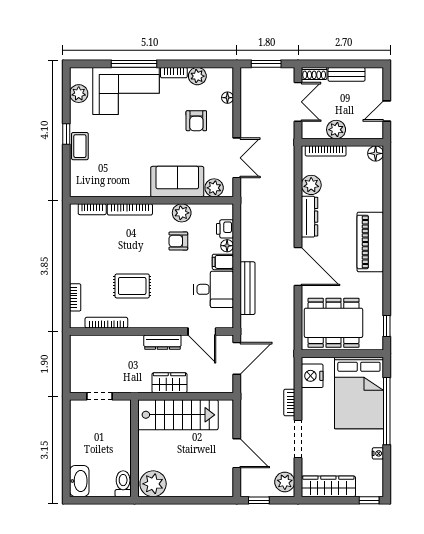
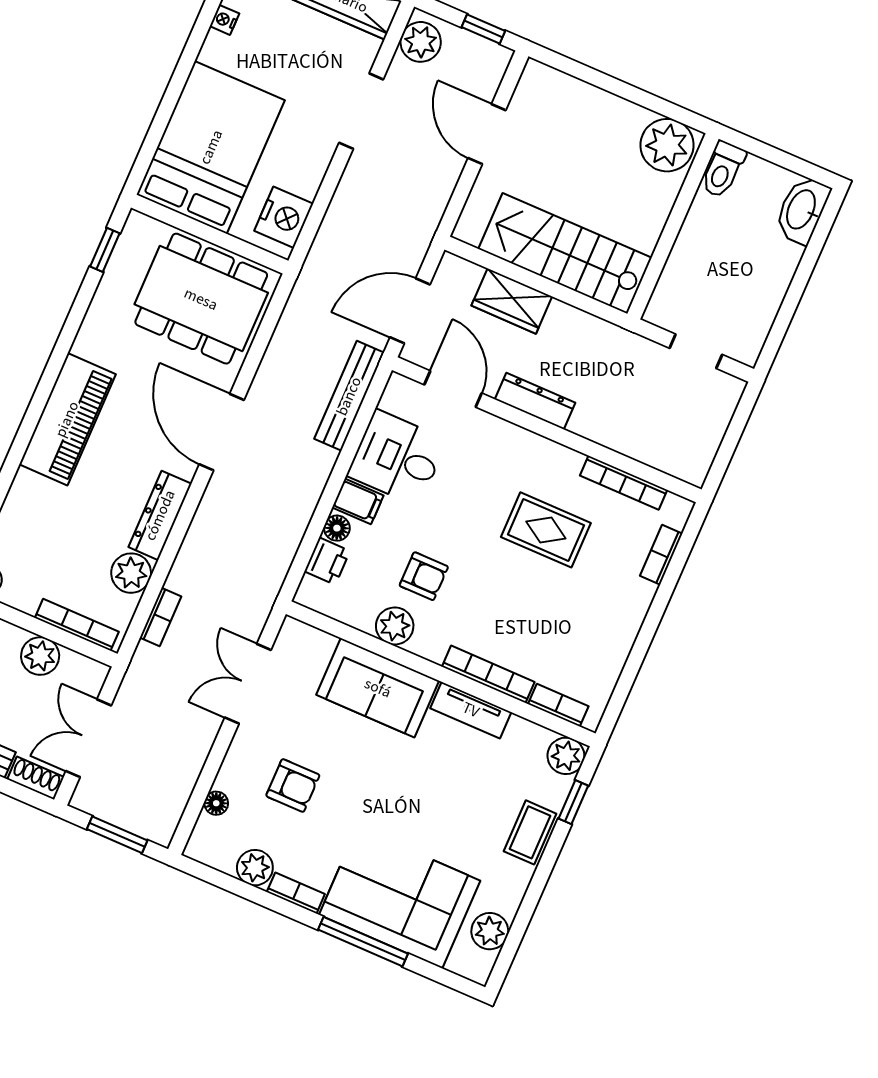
armchair: (196, 121) -> (293, 785), turned 90
window: (66, 134) -> (573, 802), moved
plant: (214, 188) -> (566, 756), moved
tv unit: (131, 190) -> (471, 710), added
bench: (247, 288) -> (349, 396), moved
wardrobe: (169, 383) -> (512, 301), moved
bookcase: (289, 403) -> (161, 617), moved
window: (387, 411) -> (174, 91), removed

